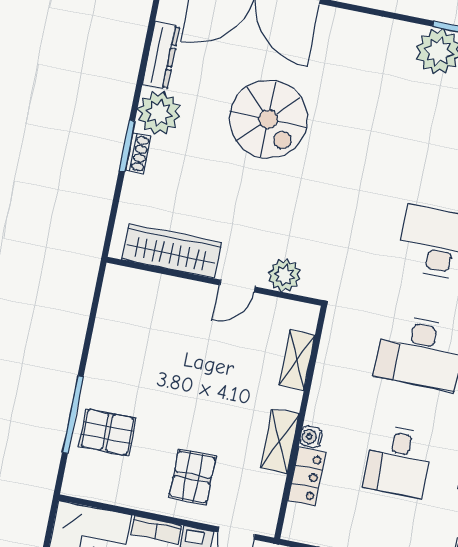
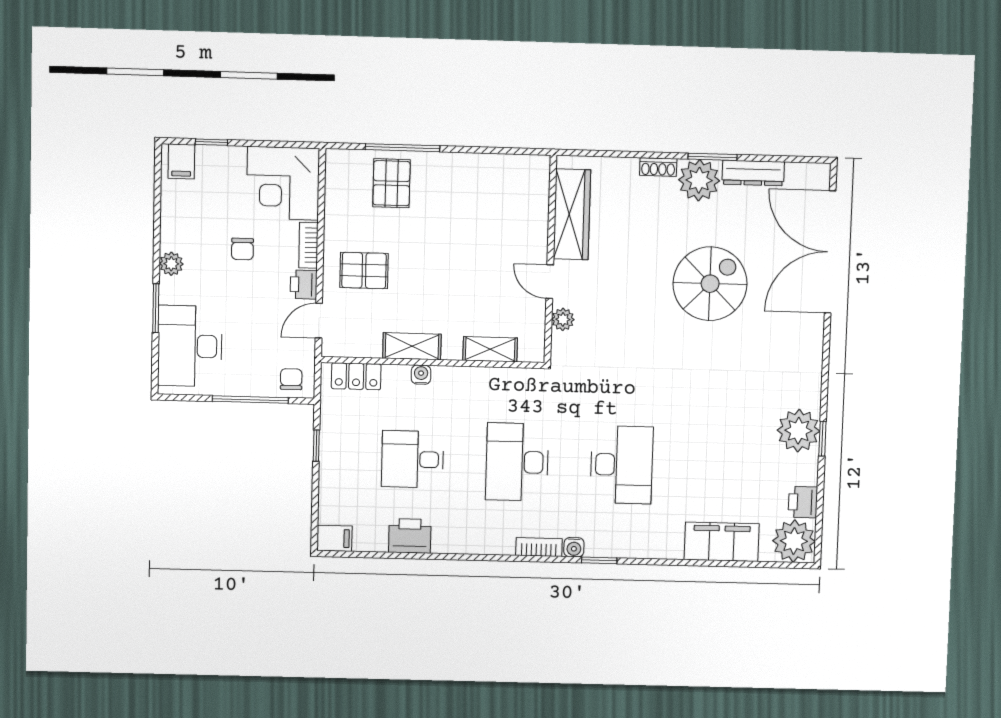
spiral stairs: (268, 119) -> (710, 284), turned 180
window: (127, 146) -> (713, 157), moved
plant: (284, 275) -> (563, 319), width x0.73, depth x0.73
locker: (307, 477) -> (356, 376), moved

